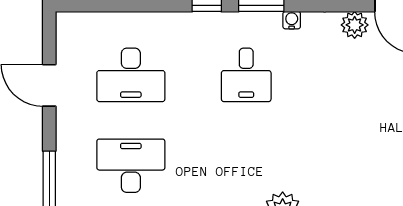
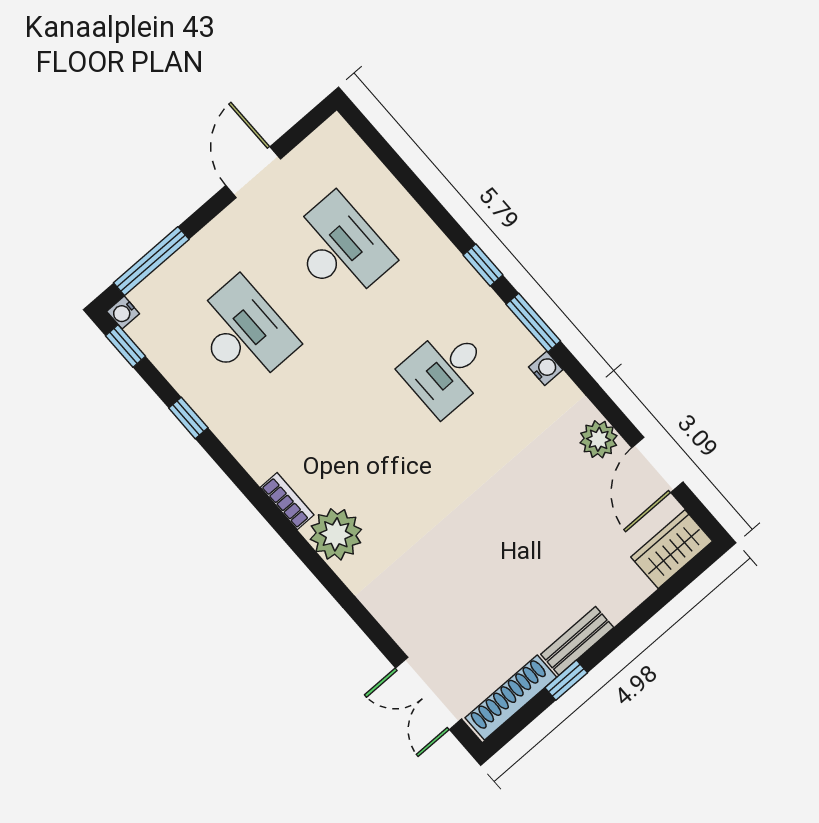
desk: (131, 75) -> (339, 249), turned 180

